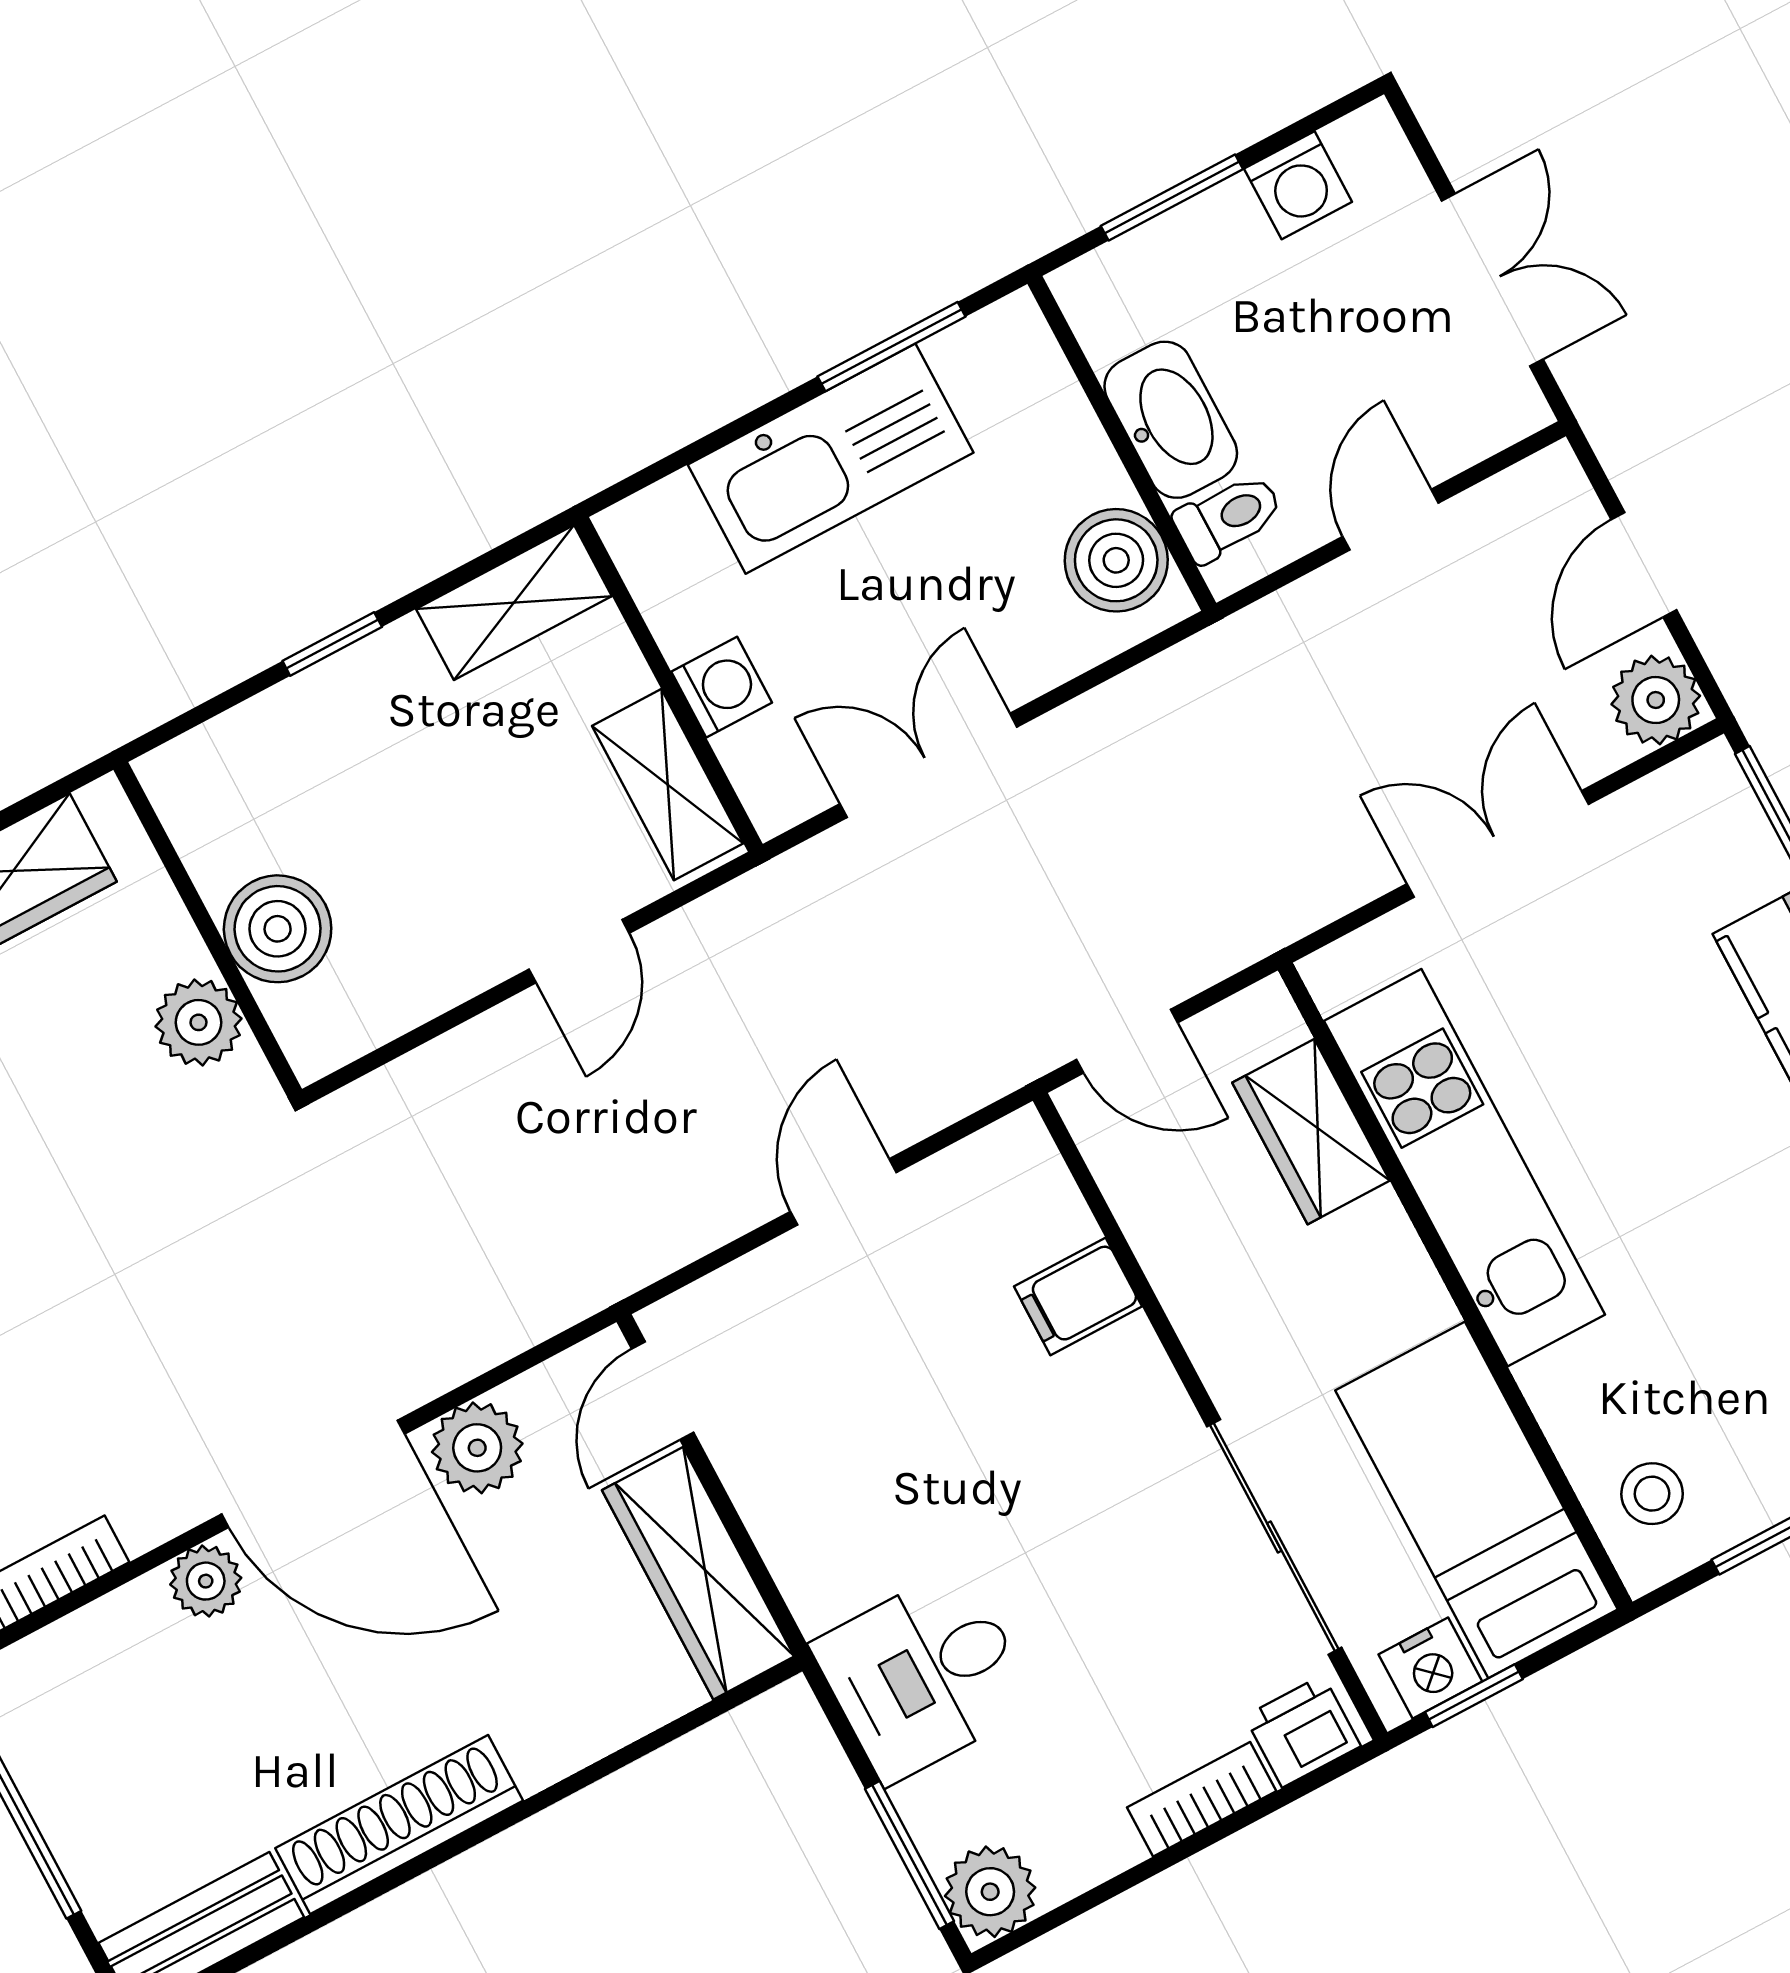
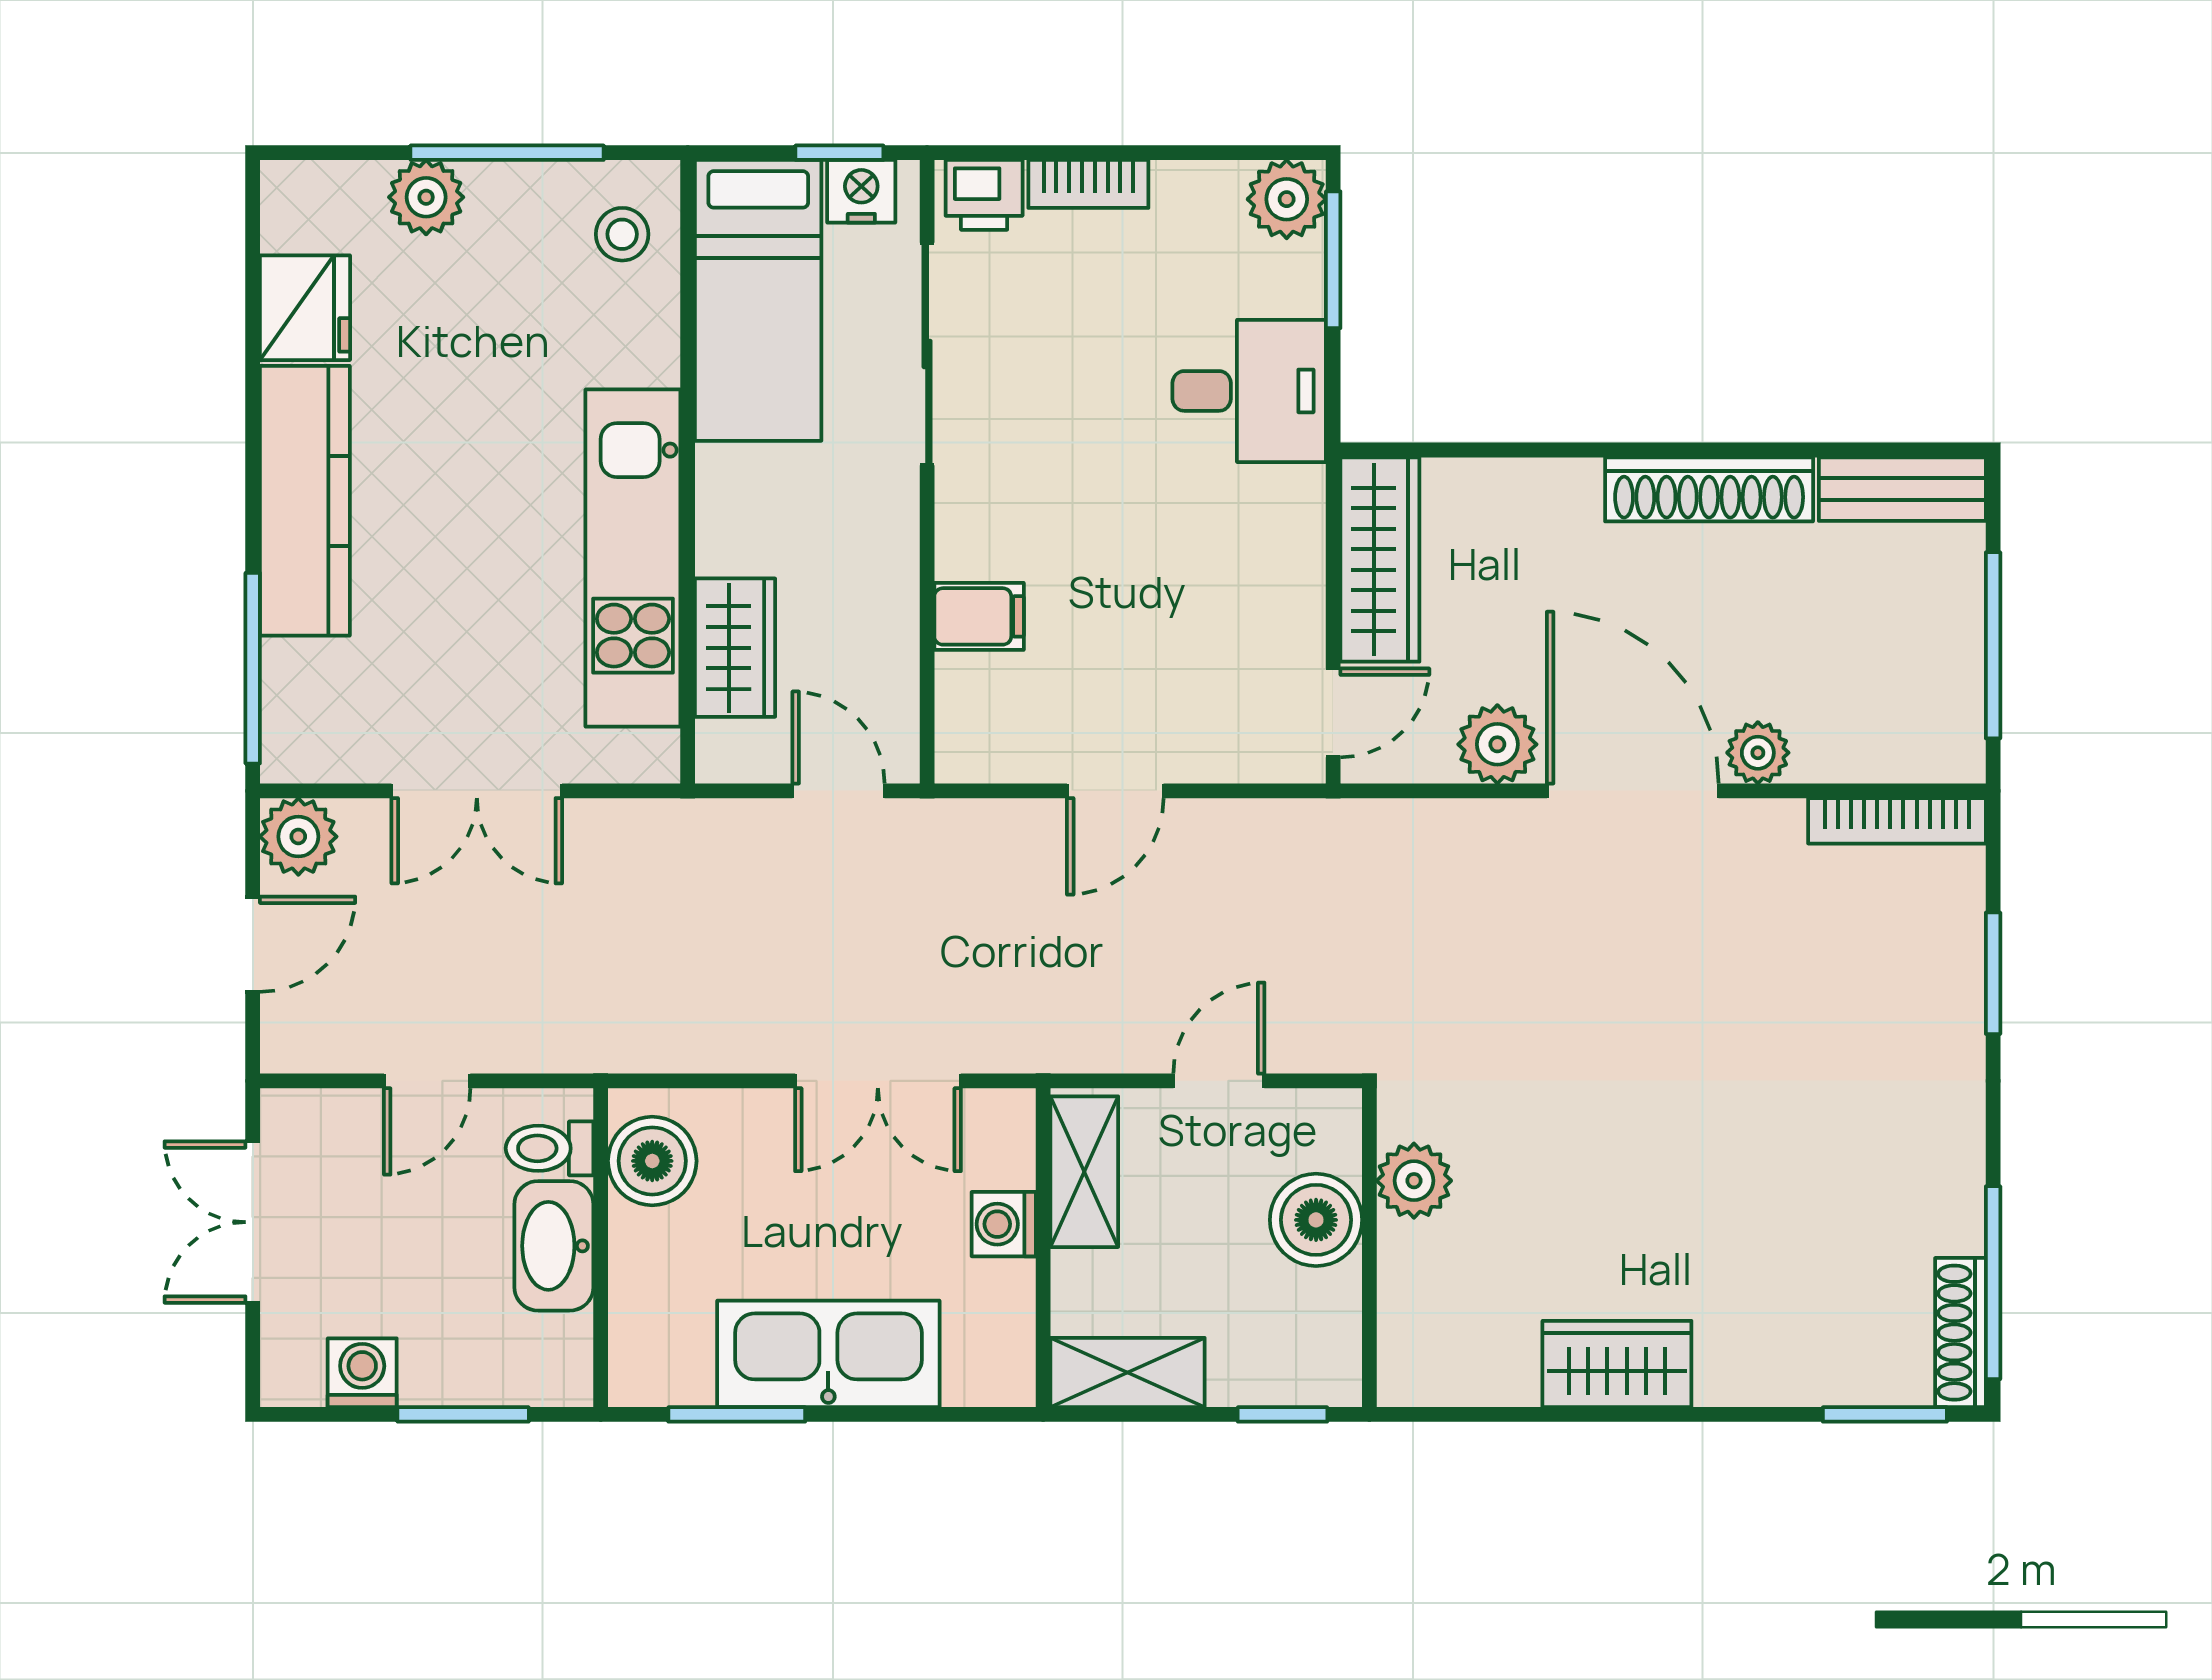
wall: (208, 929) -> (1369, 1248), moved
boiler: (278, 929) -> (1316, 1220), moved
plant: (199, 1022) -> (1414, 1181), moved

